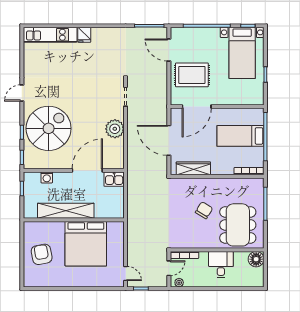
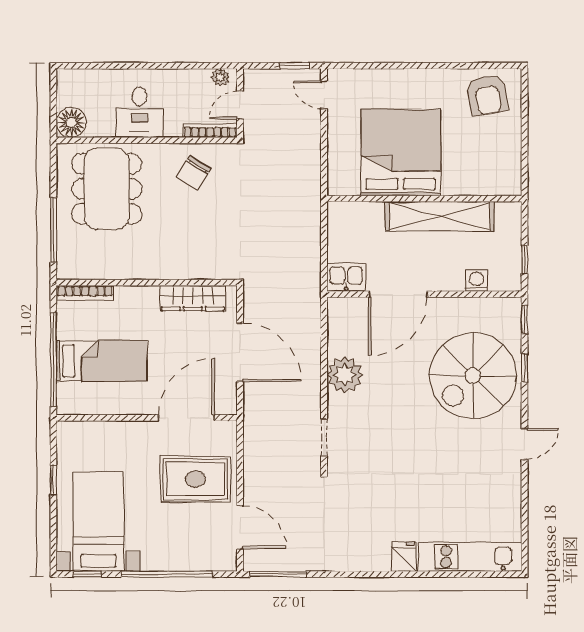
chair: (204, 210) -> (194, 173), moved
armchair: (42, 254) -> (487, 95), moved

